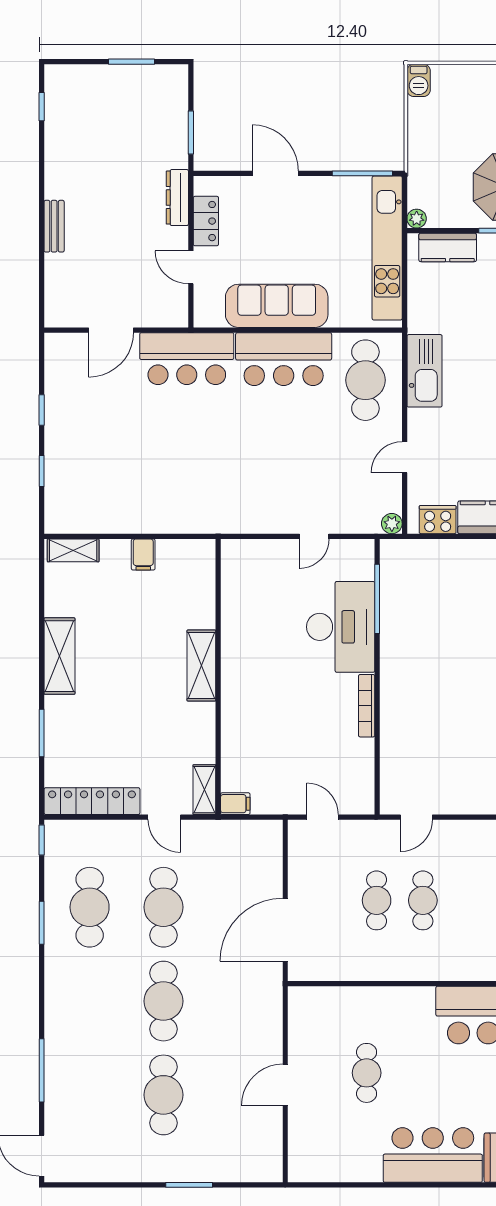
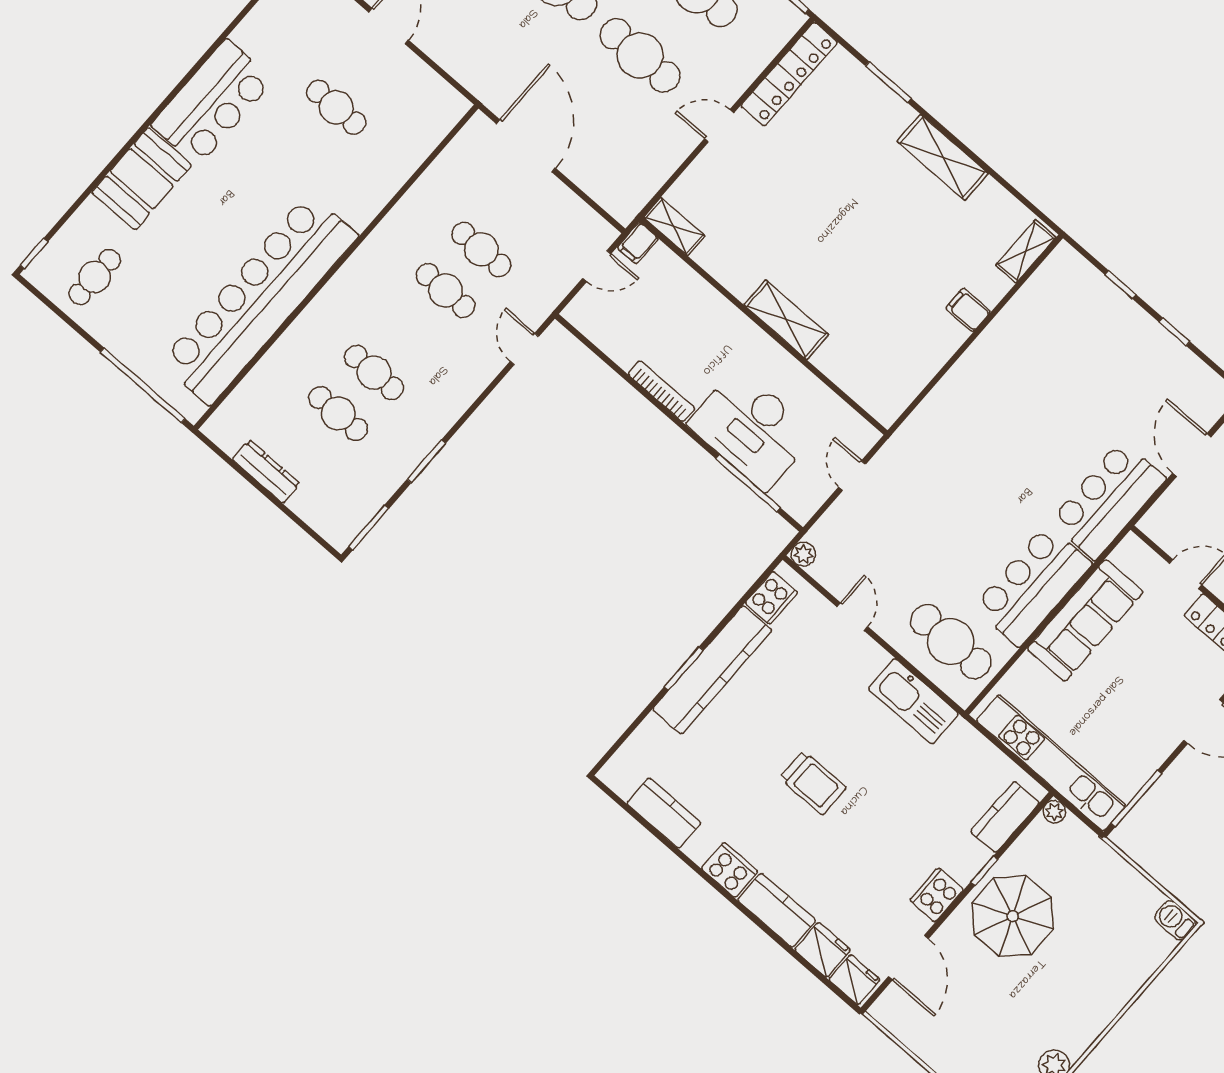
shelving: (201, 666) -> (786, 320), moved
wall: (218, 677) -> (763, 326), moved
shelving: (204, 790) -> (674, 227), moved
filing cabinet: (235, 804) -> (638, 243), moved

